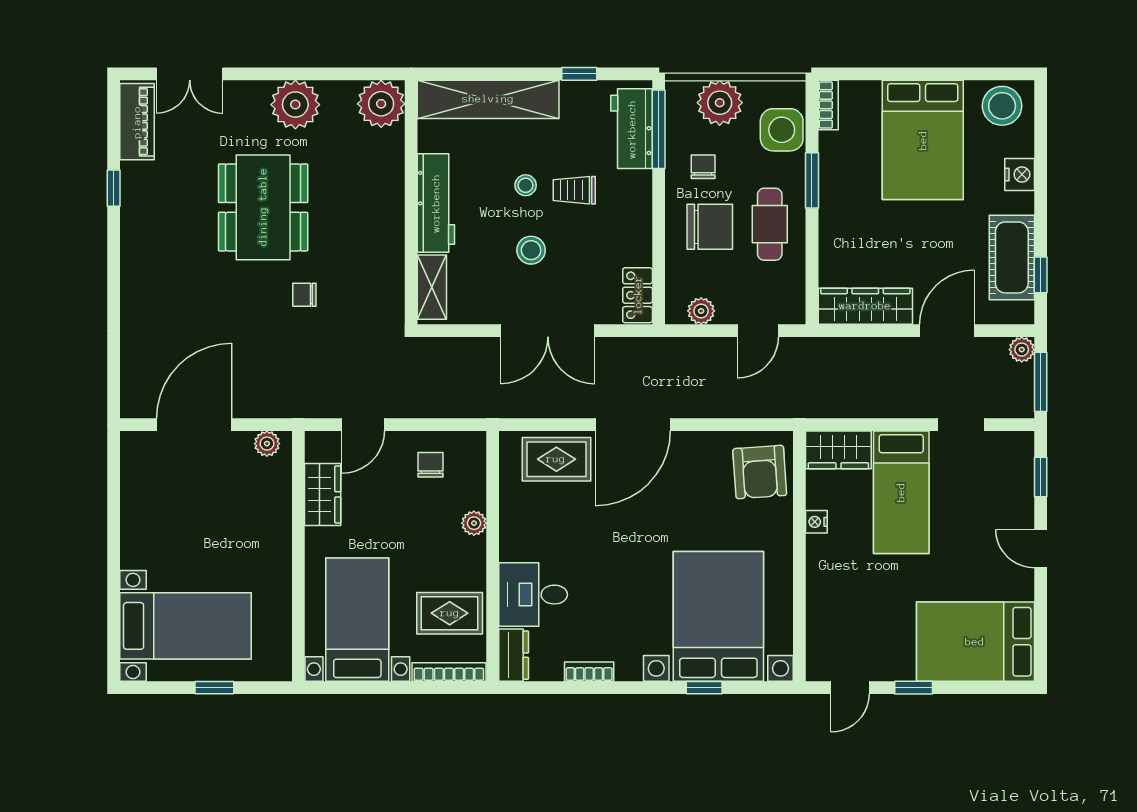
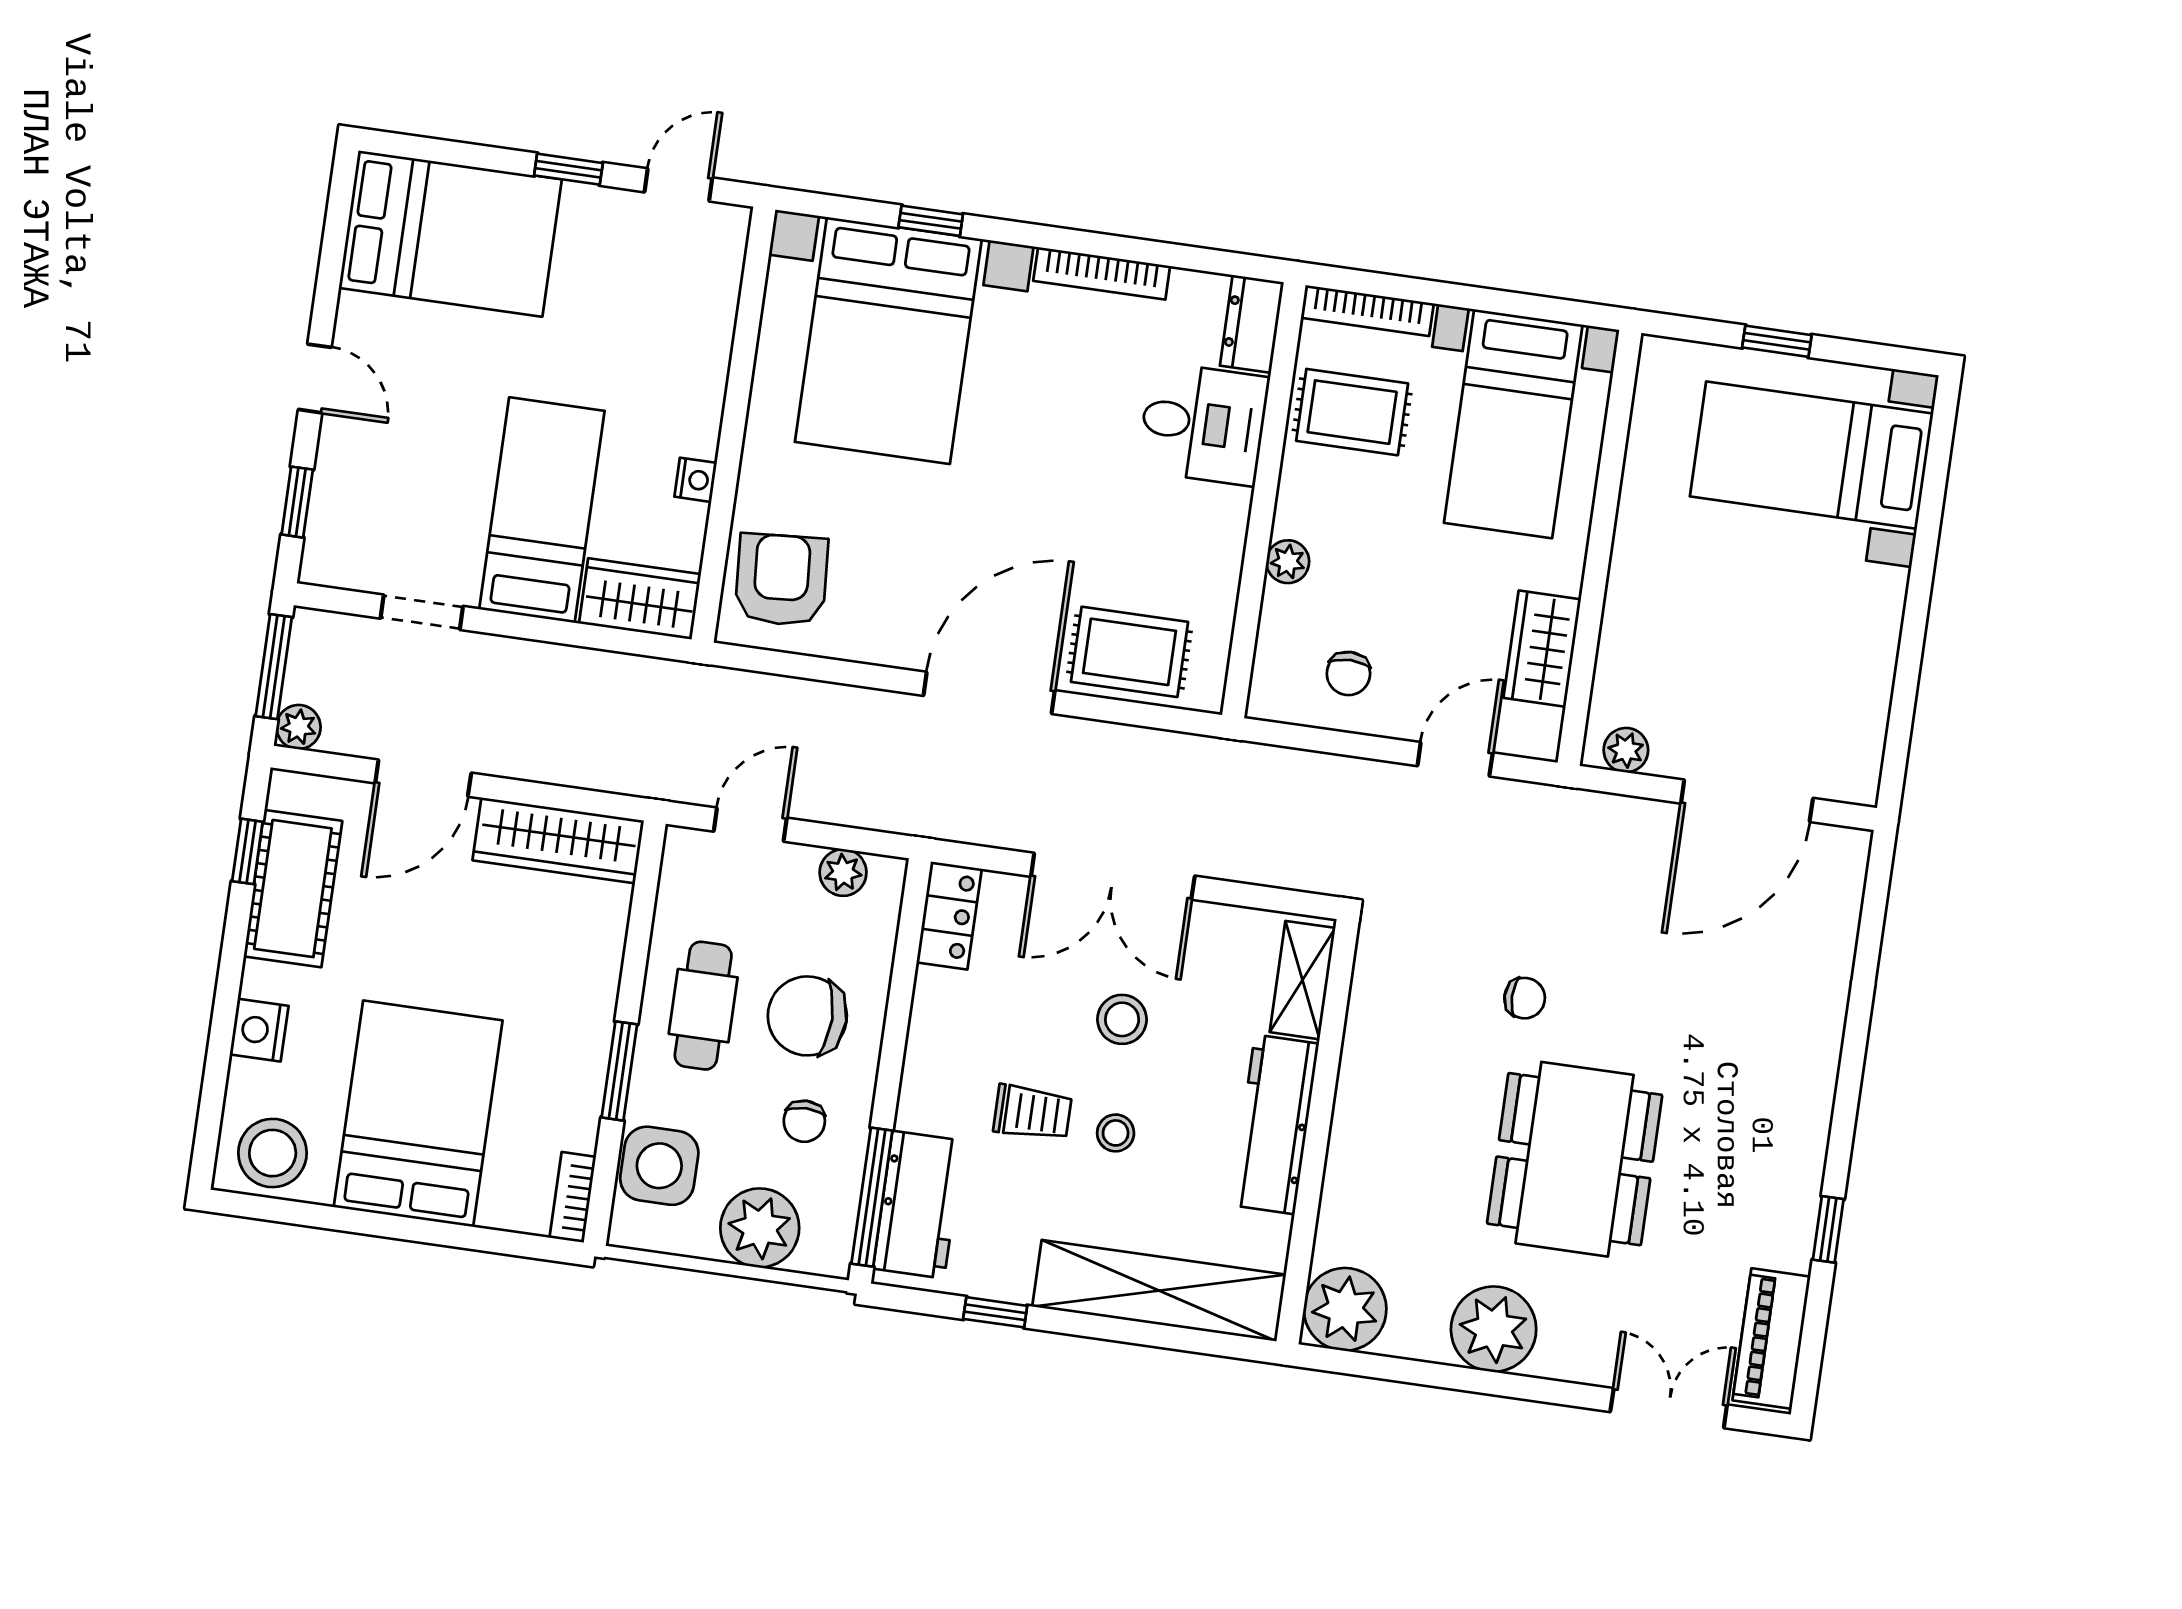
double door: (548, 331) -> (1113, 876), swing flipped
bookcase: (589, 672) -> (1102, 273), width x1.56

